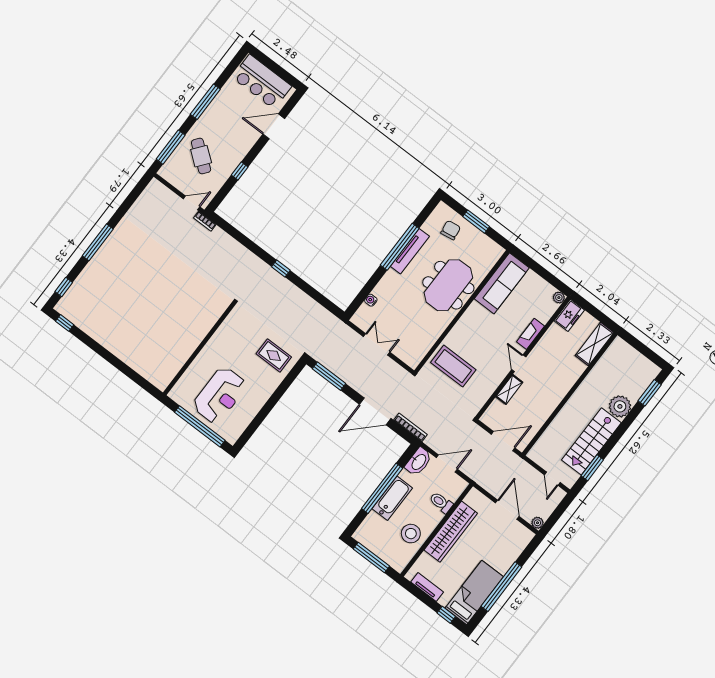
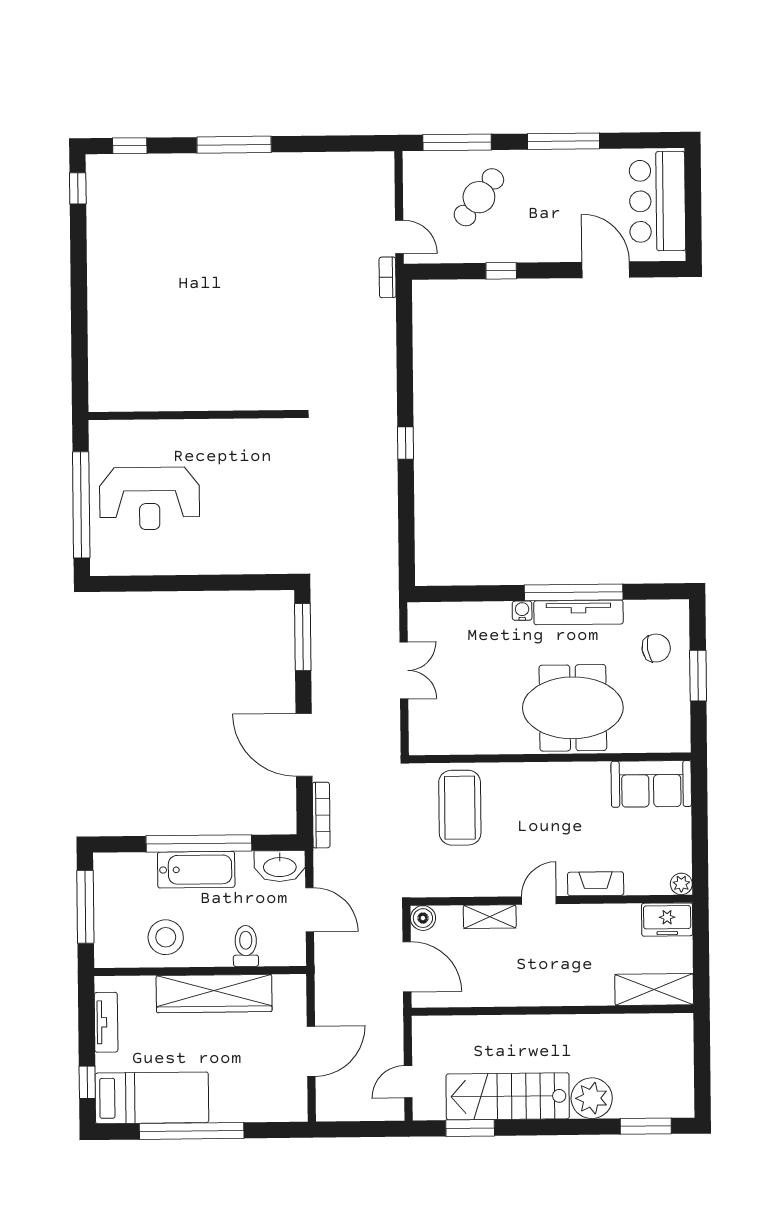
sofa: (502, 283) -> (651, 784), width x0.73
water cooler: (371, 300) -> (522, 611), moved
rug: (274, 355) -> (270, 532), removed
boiler: (488, 418) -> (423, 918), added
plant: (537, 523) -> (327, 1111), removed

